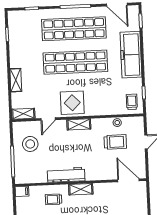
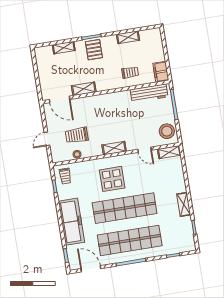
shelving: (16, 80) -> (184, 204), moved
display table: (72, 103) -> (112, 179), moved
door: (48, 119) -> (145, 150), swing flipped
stool: (30, 144) -> (167, 131), moved
workbench: (66, 175) -> (149, 93), moved
shelving: (81, 189) -> (84, 89), moved
filing cabinet: (22, 191) -> (161, 72), width x2.00

